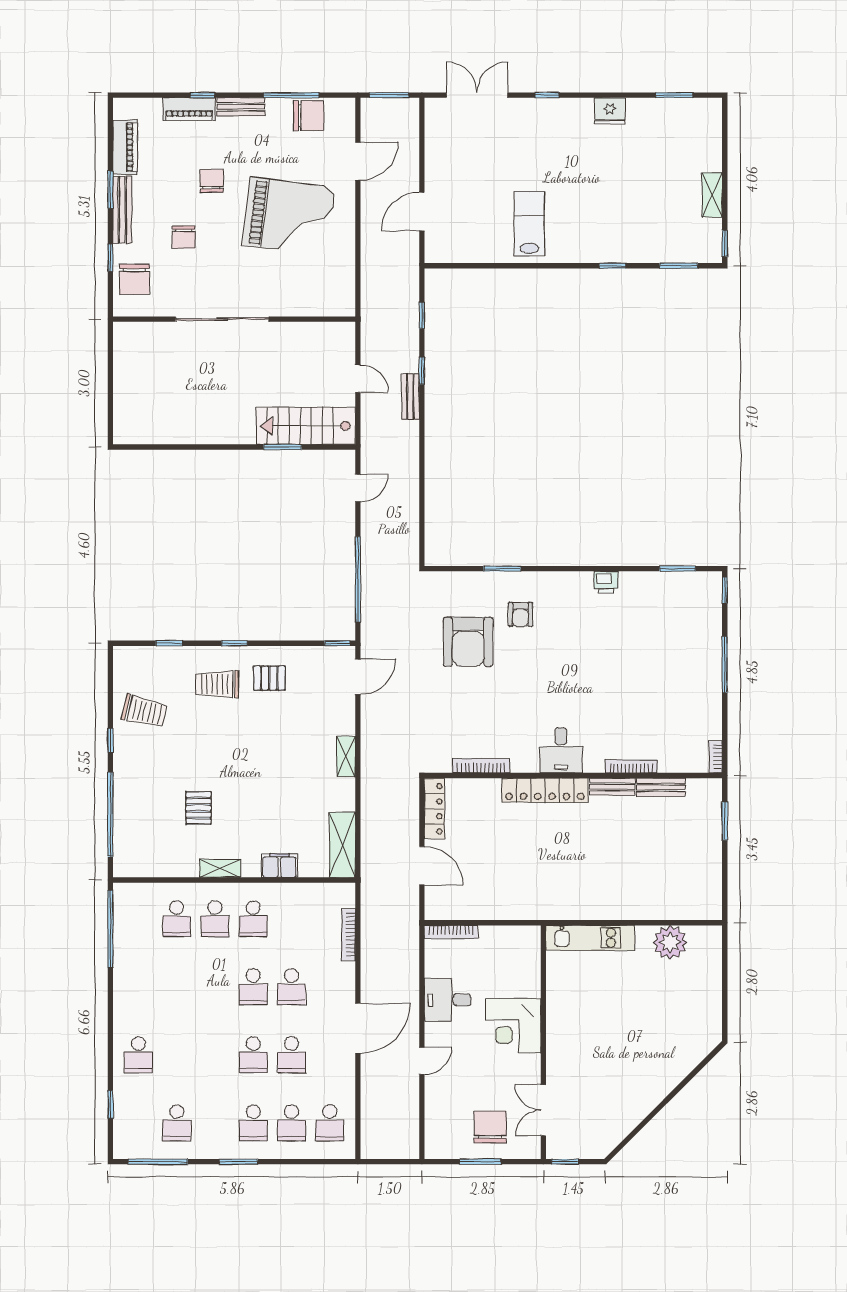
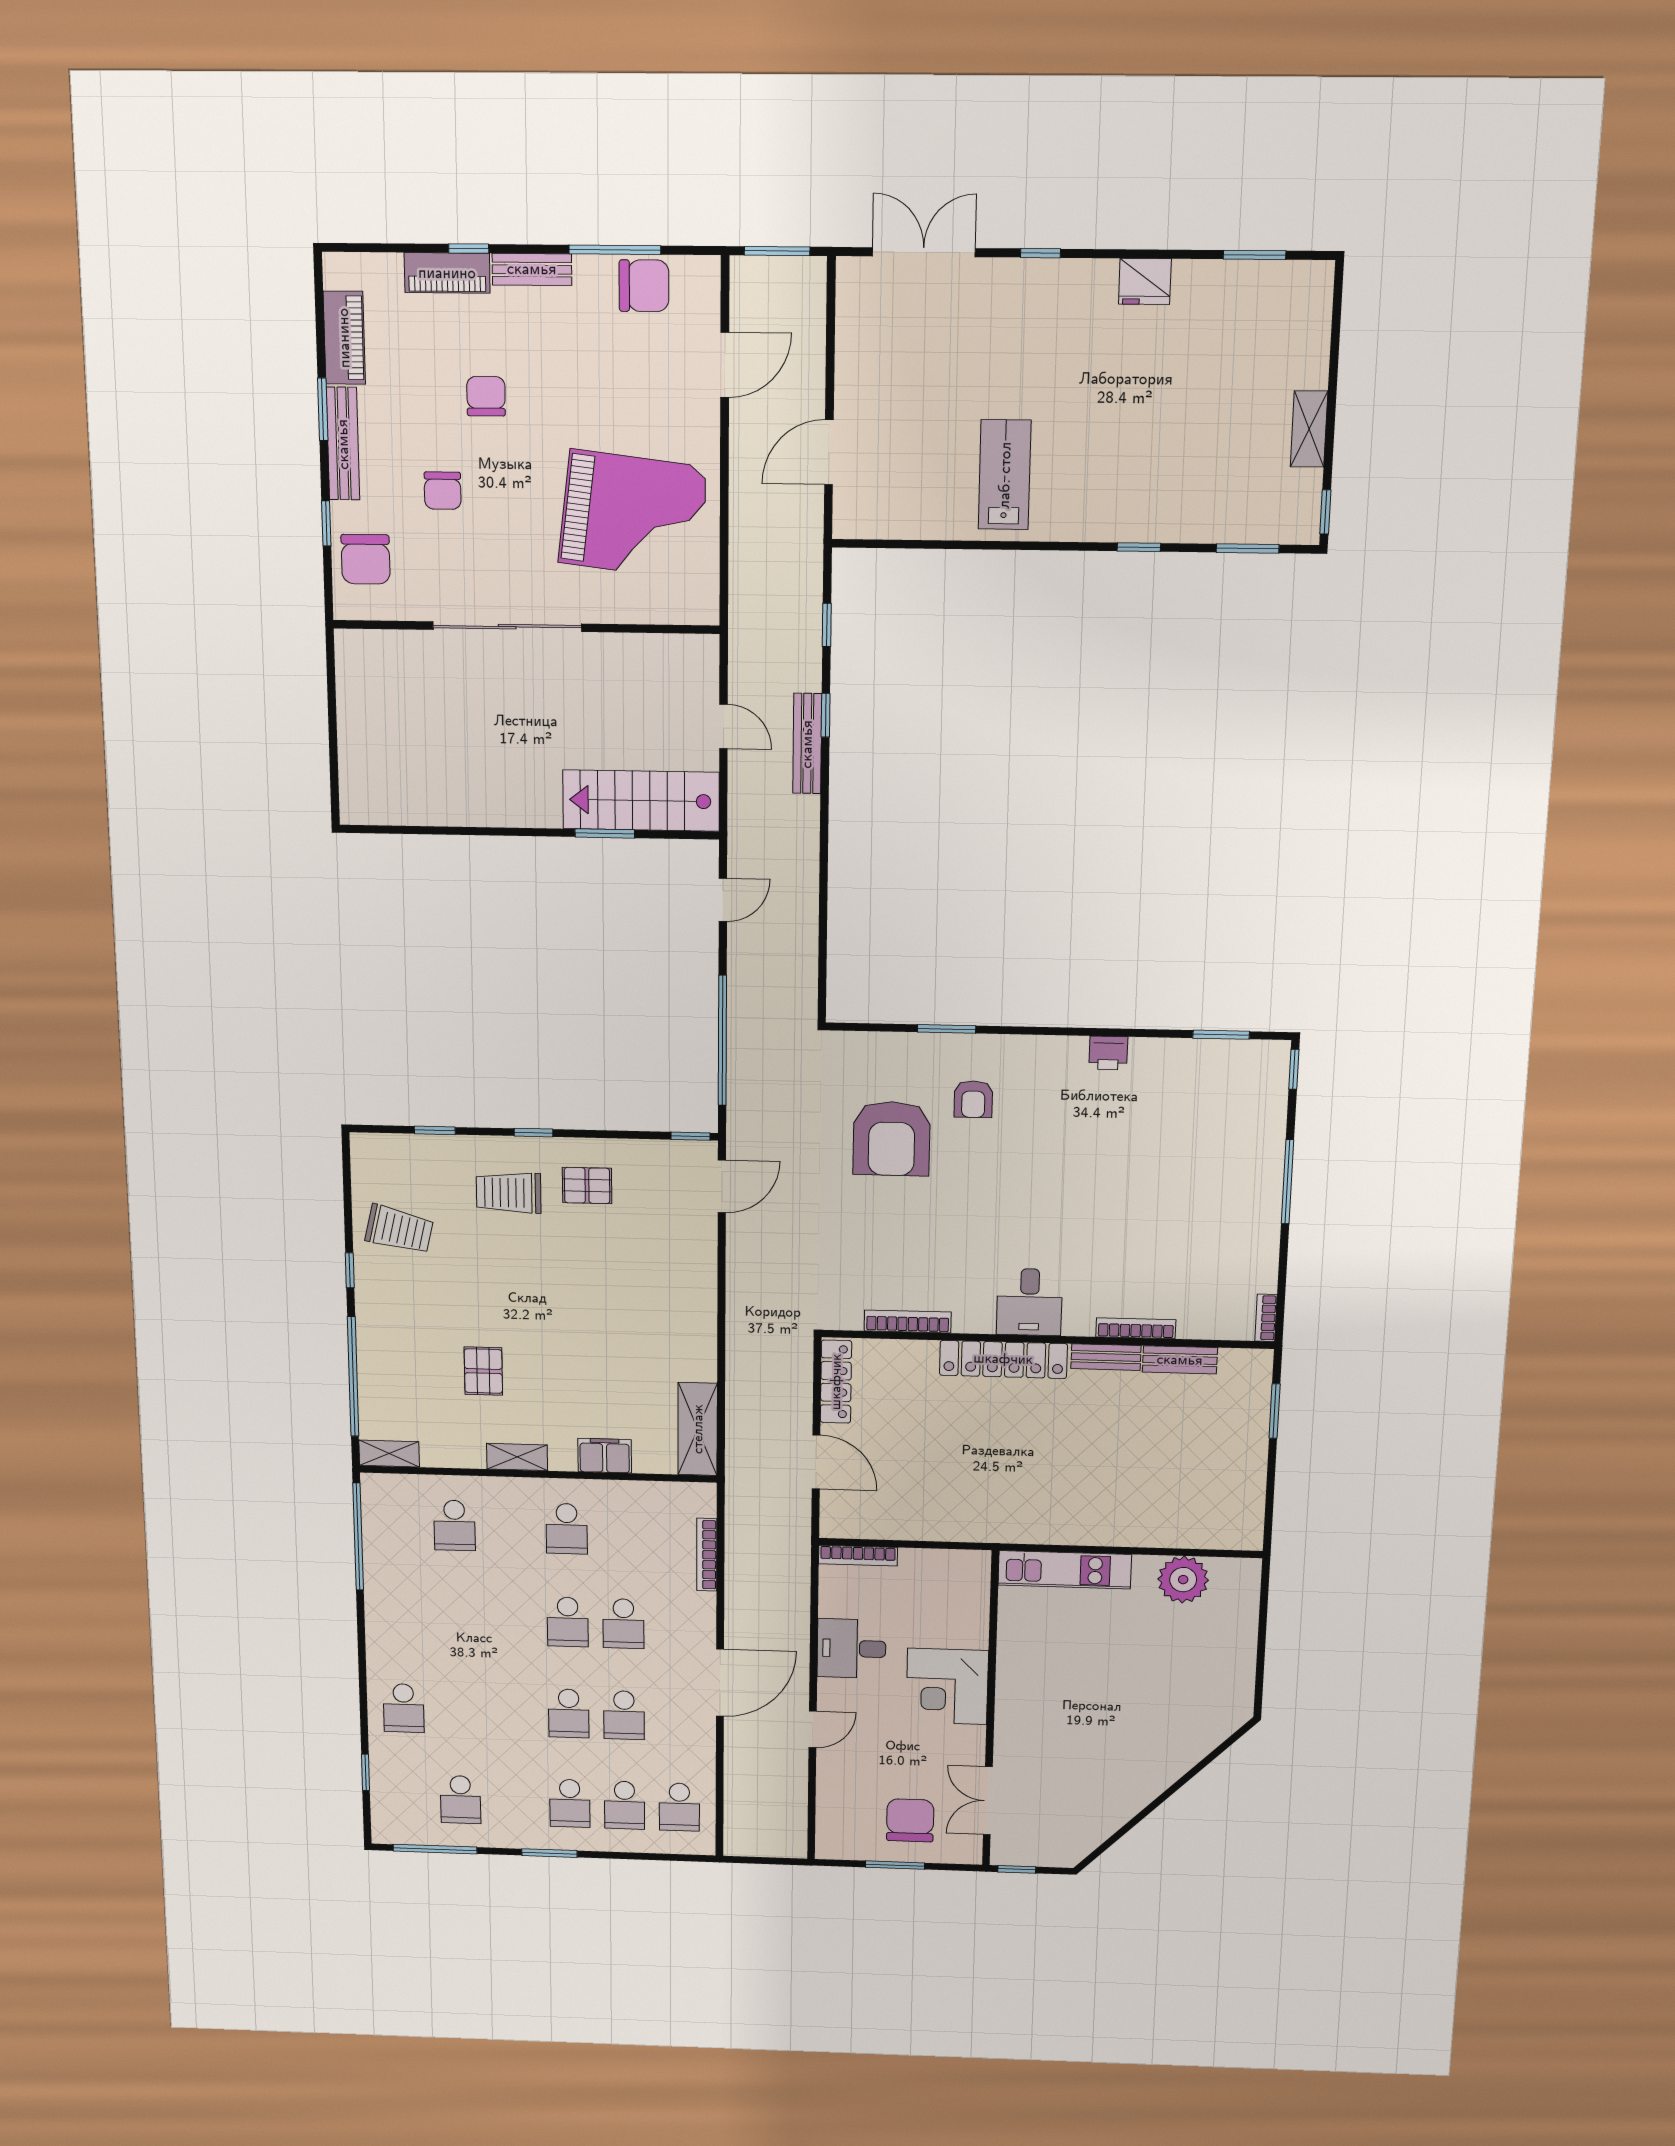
grand piano: (289, 216) -> (633, 515), moved
bench: (411, 397) -> (807, 744), width x1.36
shelving: (346, 757) -> (389, 1453), moved, turned 90
school desk: (215, 919) -> (511, 1527), removed

